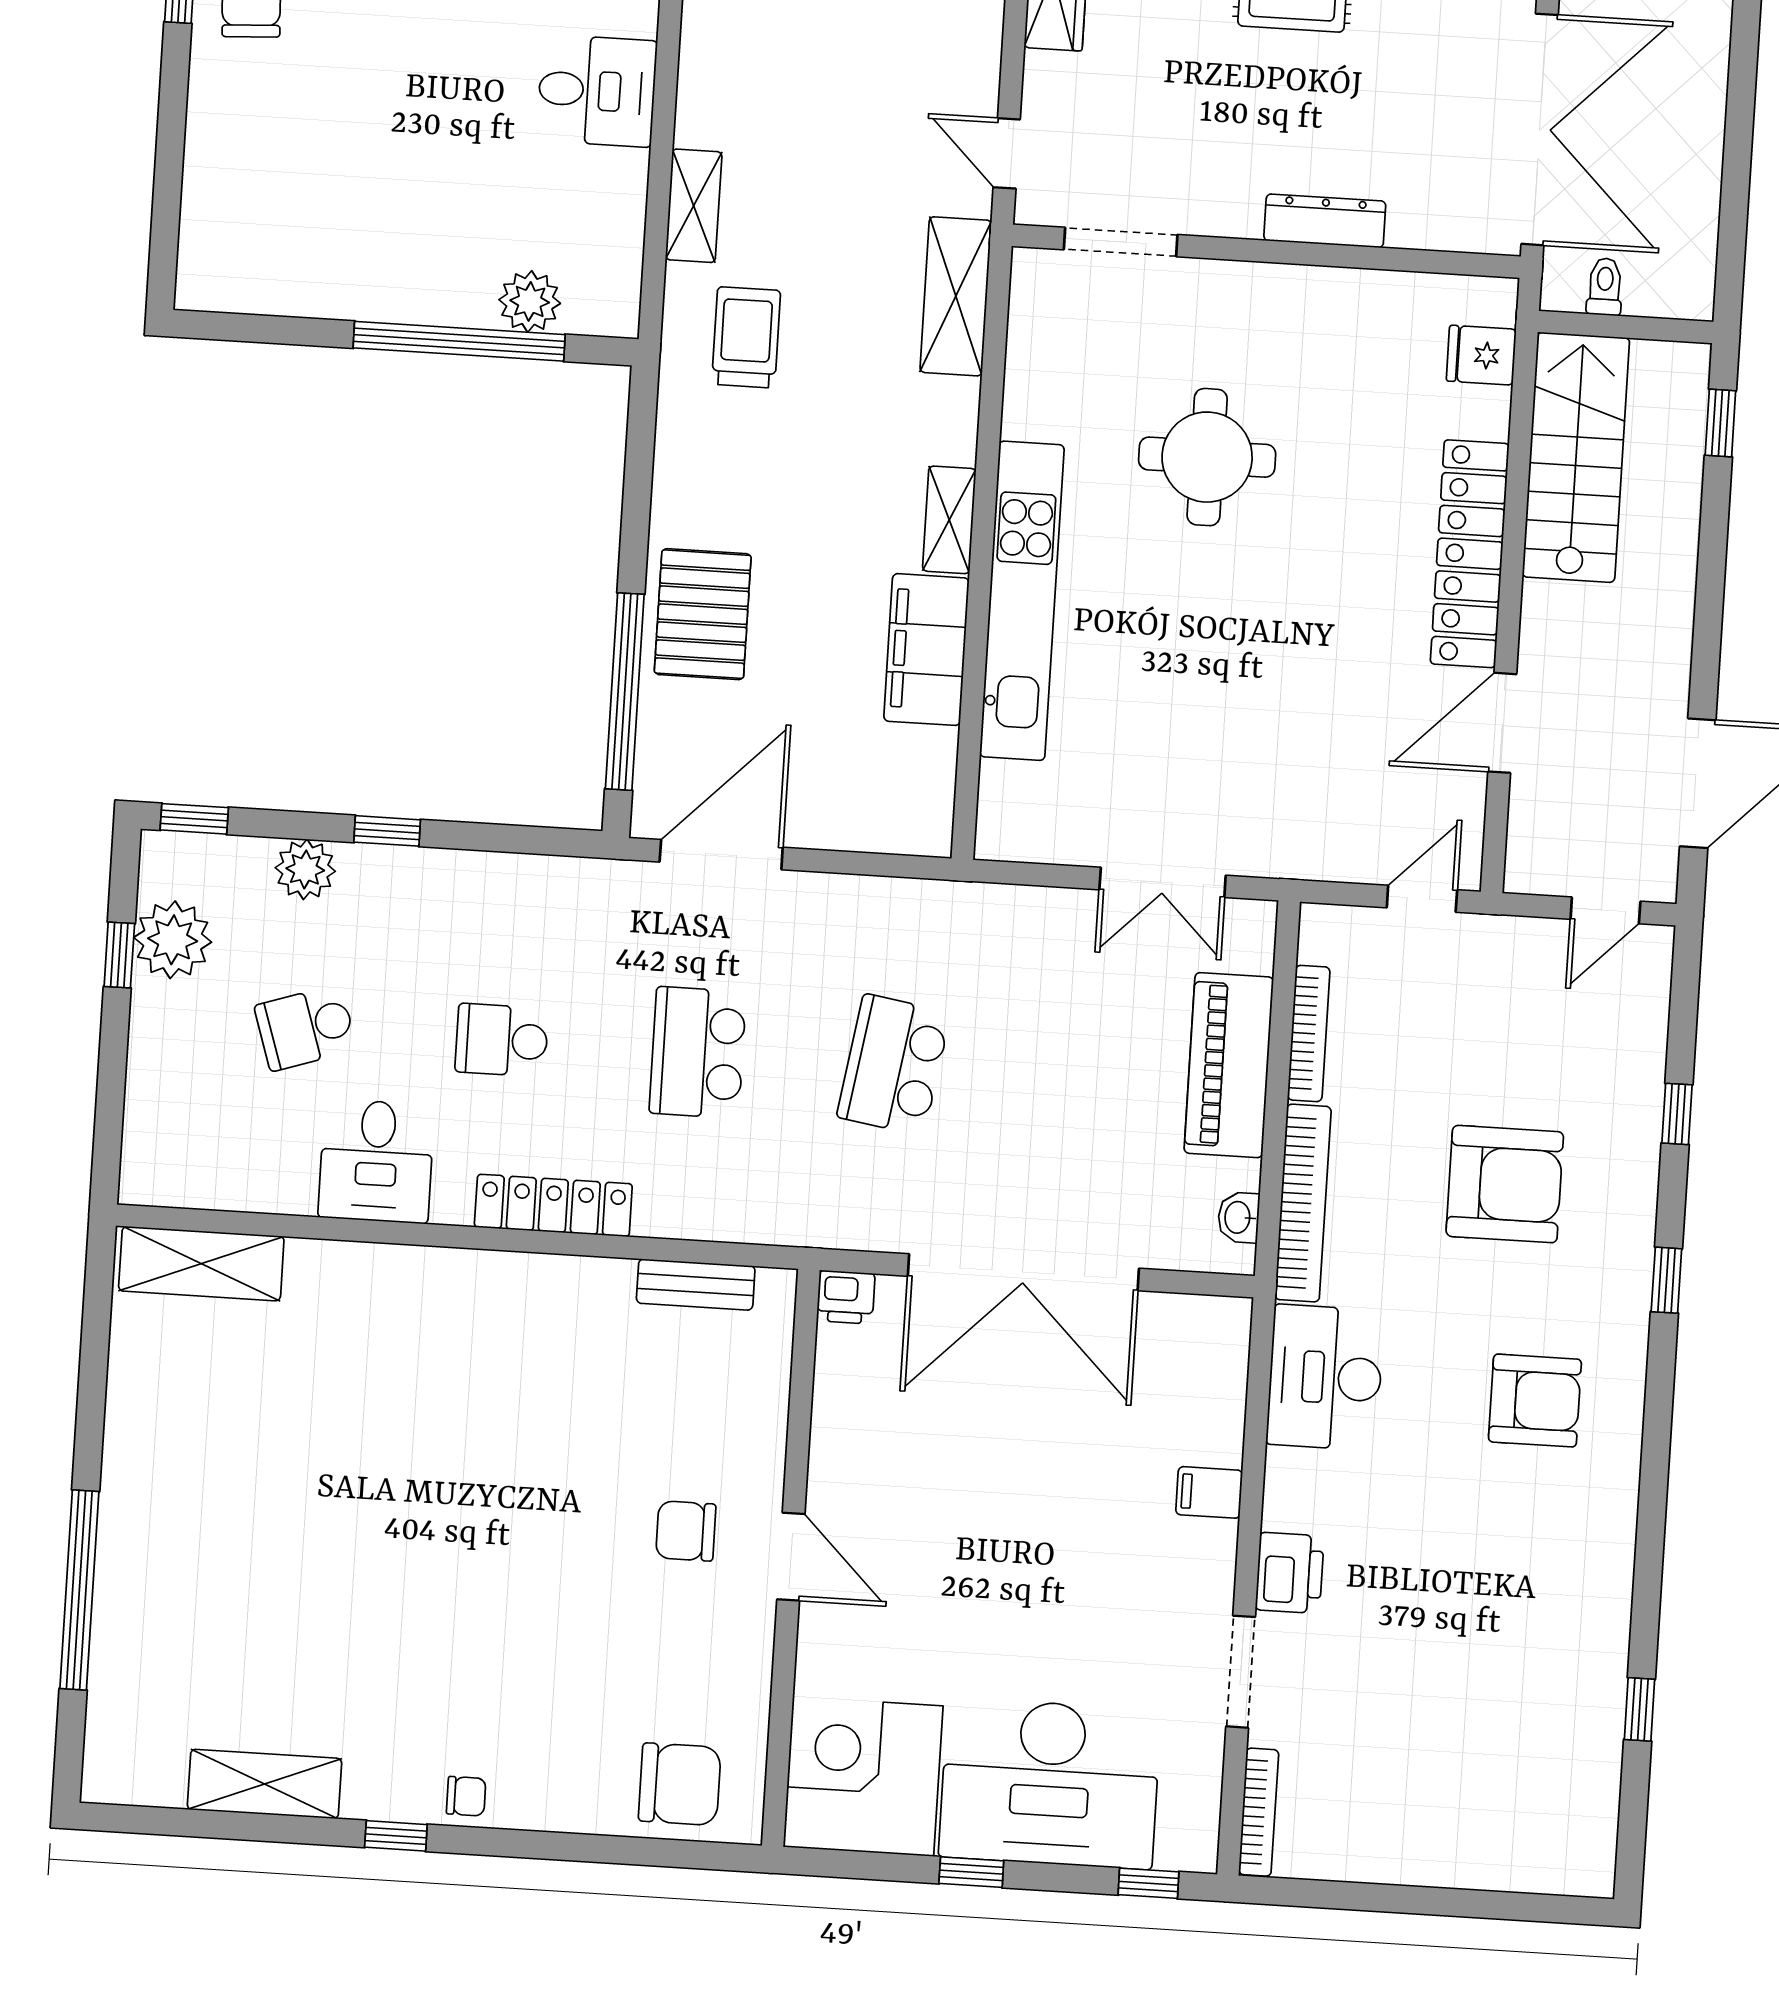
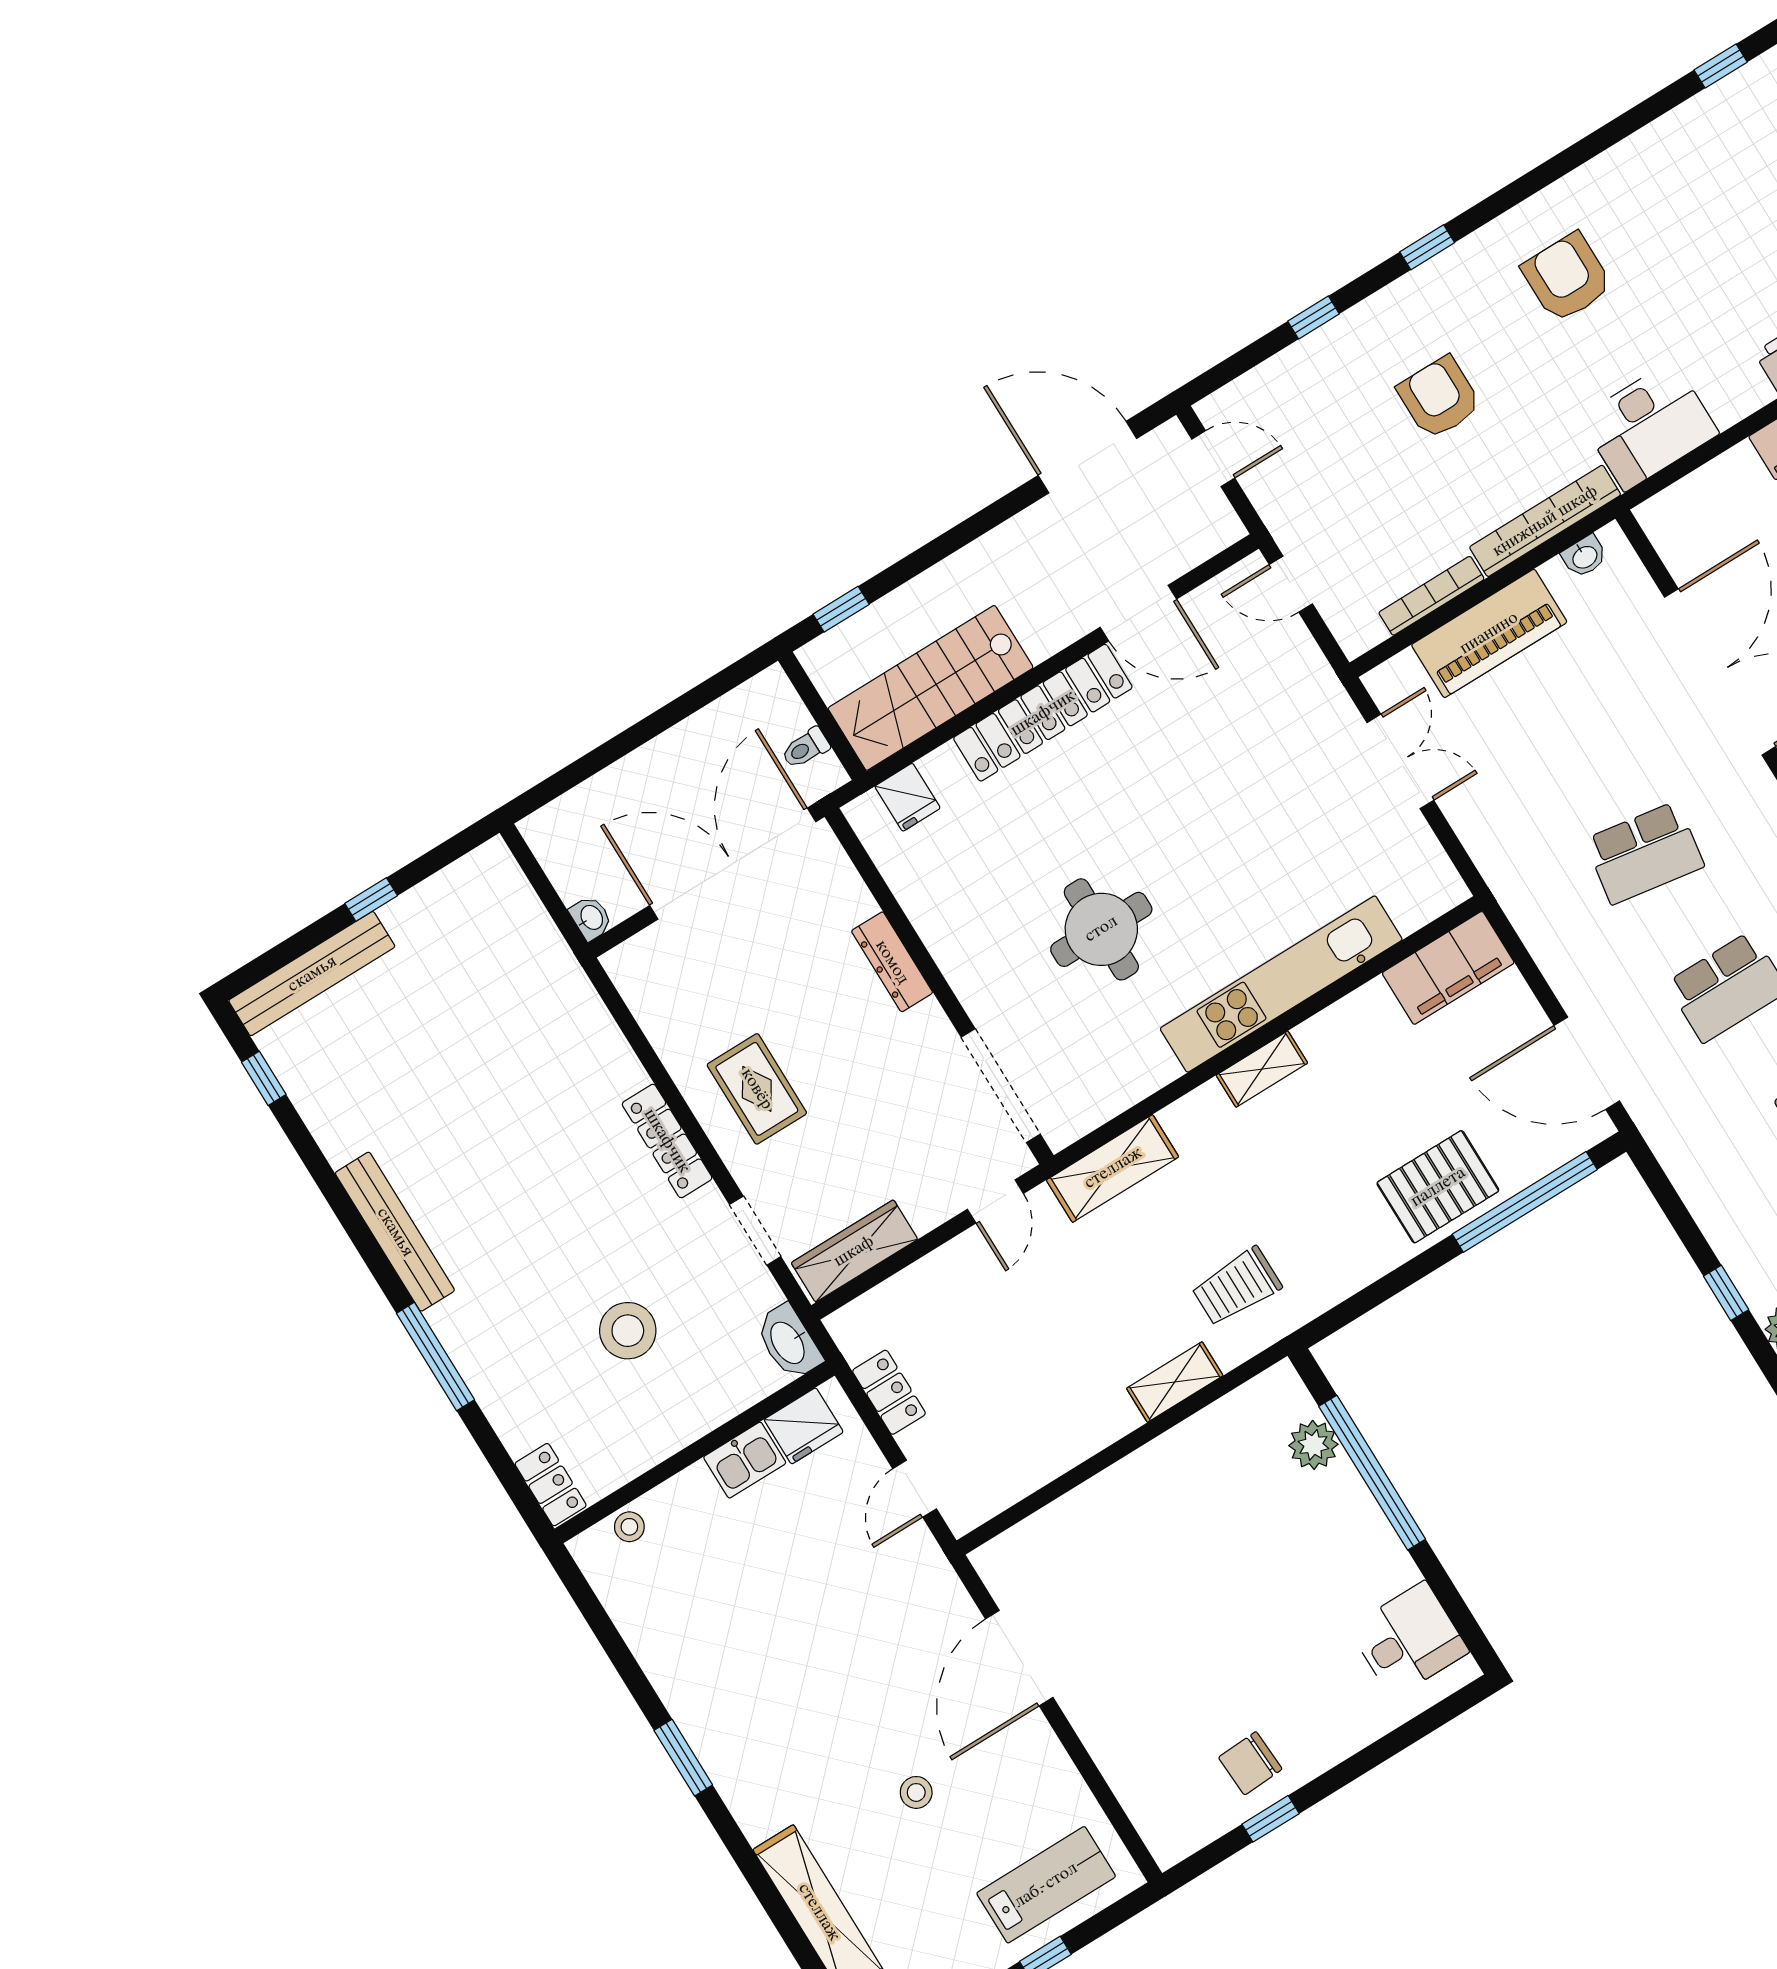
desk: (597, 91) -> (1409, 1640), moved, turned 90
doorway: (1121, 242) -> (1001, 1086), width x1.36
filing cabinet: (926, 650) -> (1448, 968), moved
armchair: (1505, 1184) -> (1439, 398), width x0.73, depth x0.73

